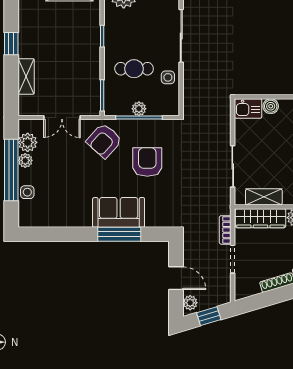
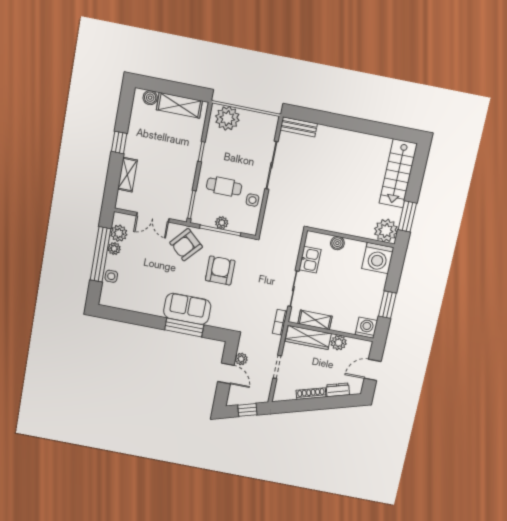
kitchen sink: (248, 109) -> (310, 260), moved, turned -90
bookcase: (225, 230) -> (280, 322), moved
plant: (190, 303) -> (241, 359), moved

